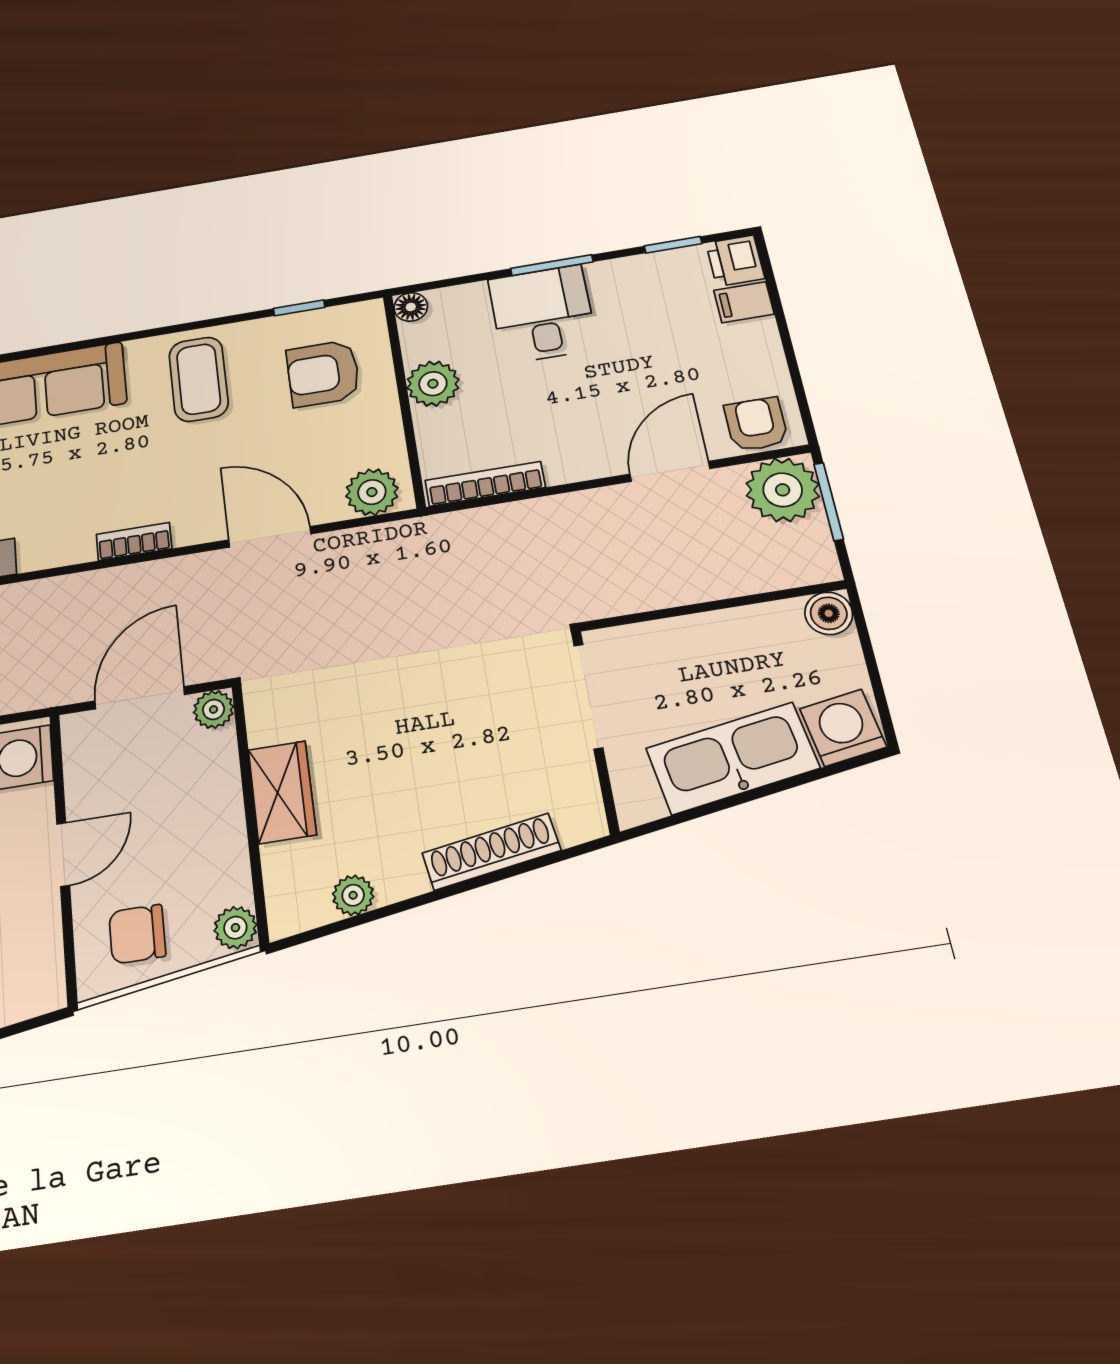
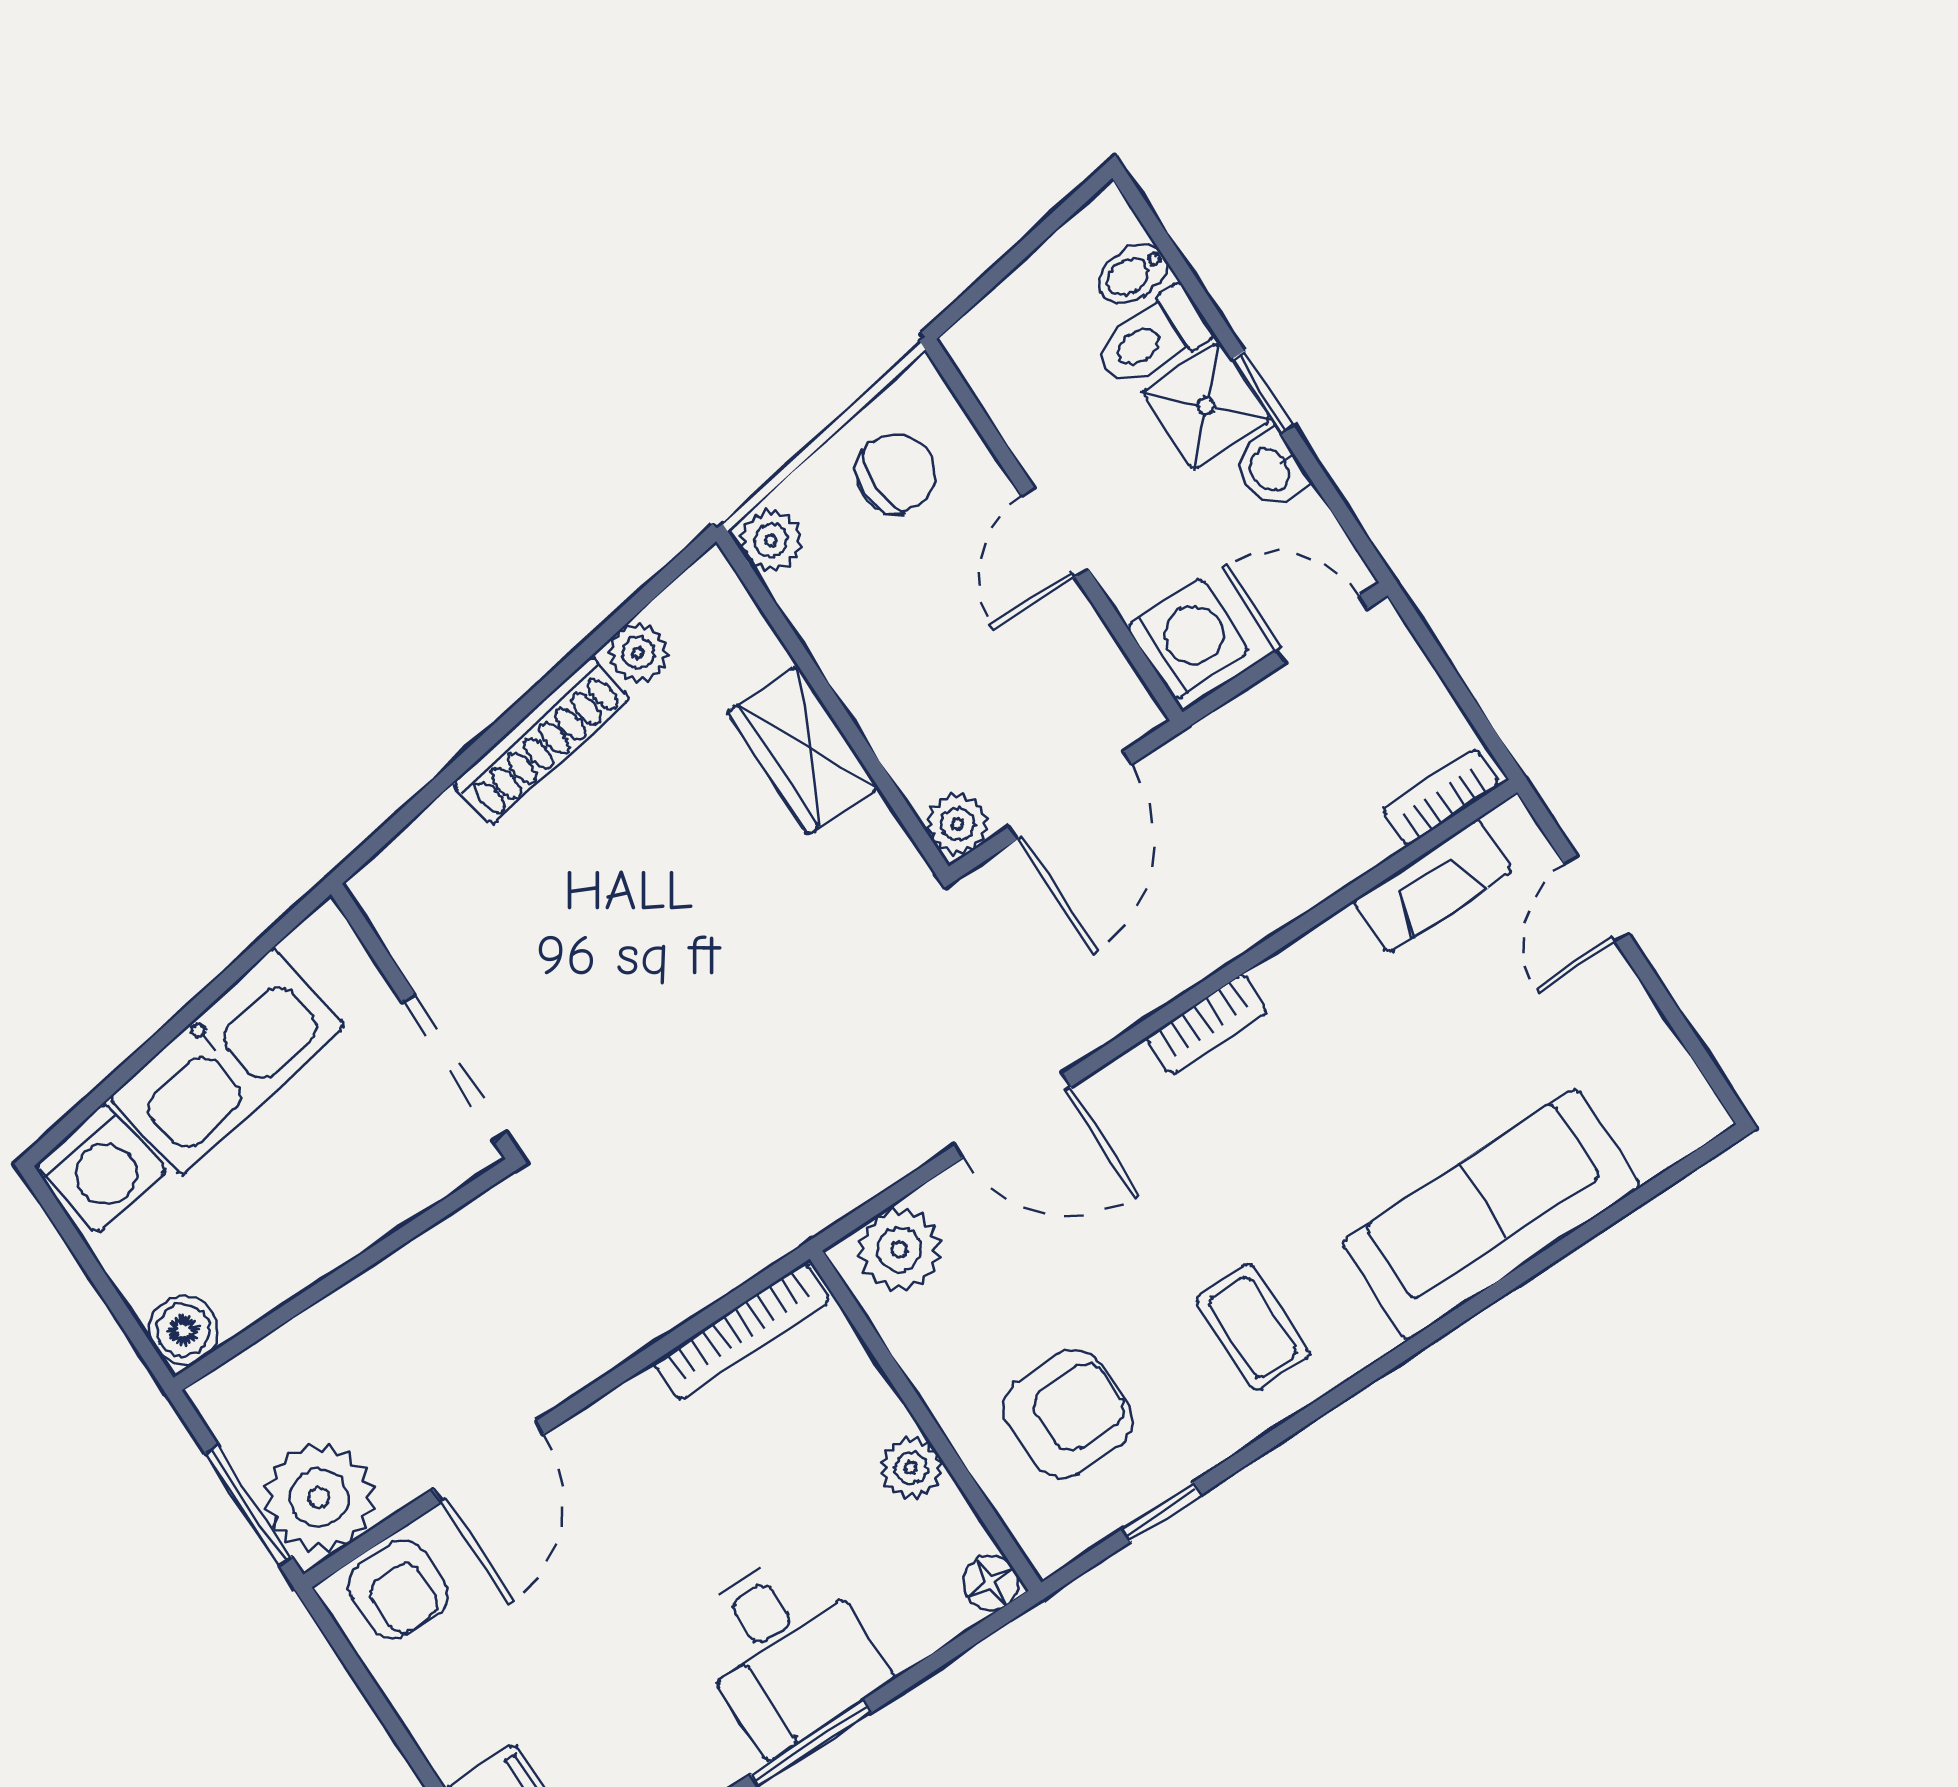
coffee table: (199, 379) -> (1253, 1327), width x0.73, depth x0.77
plant: (433, 384) -> (911, 1468), width x0.73, depth x0.73
shoe rack: (492, 852) -> (541, 741), moved

